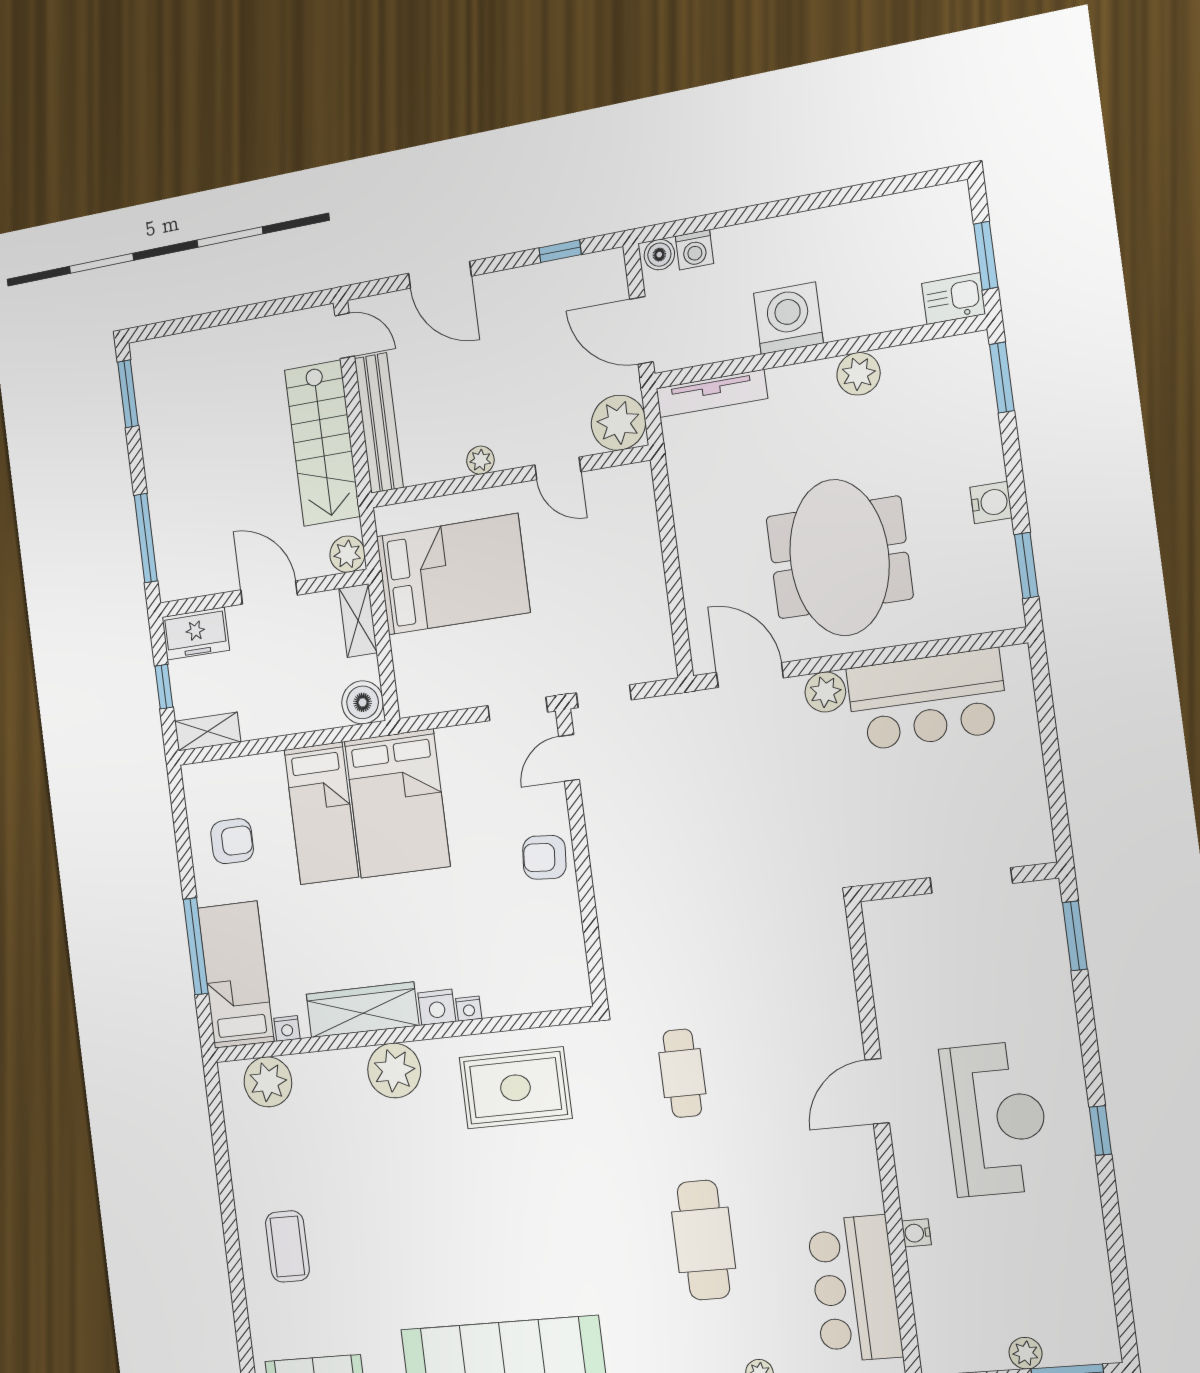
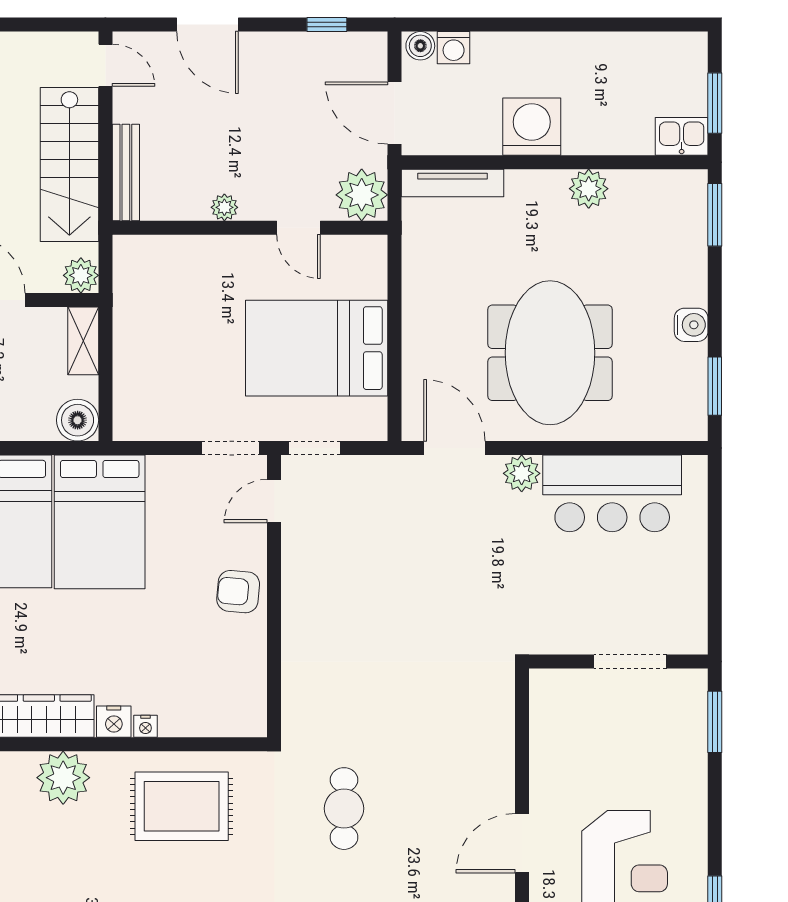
bench: (379, 423) -> (126, 172), width x0.73, depth x0.82
bed: (453, 574) -> (317, 348), moved, turned 180

